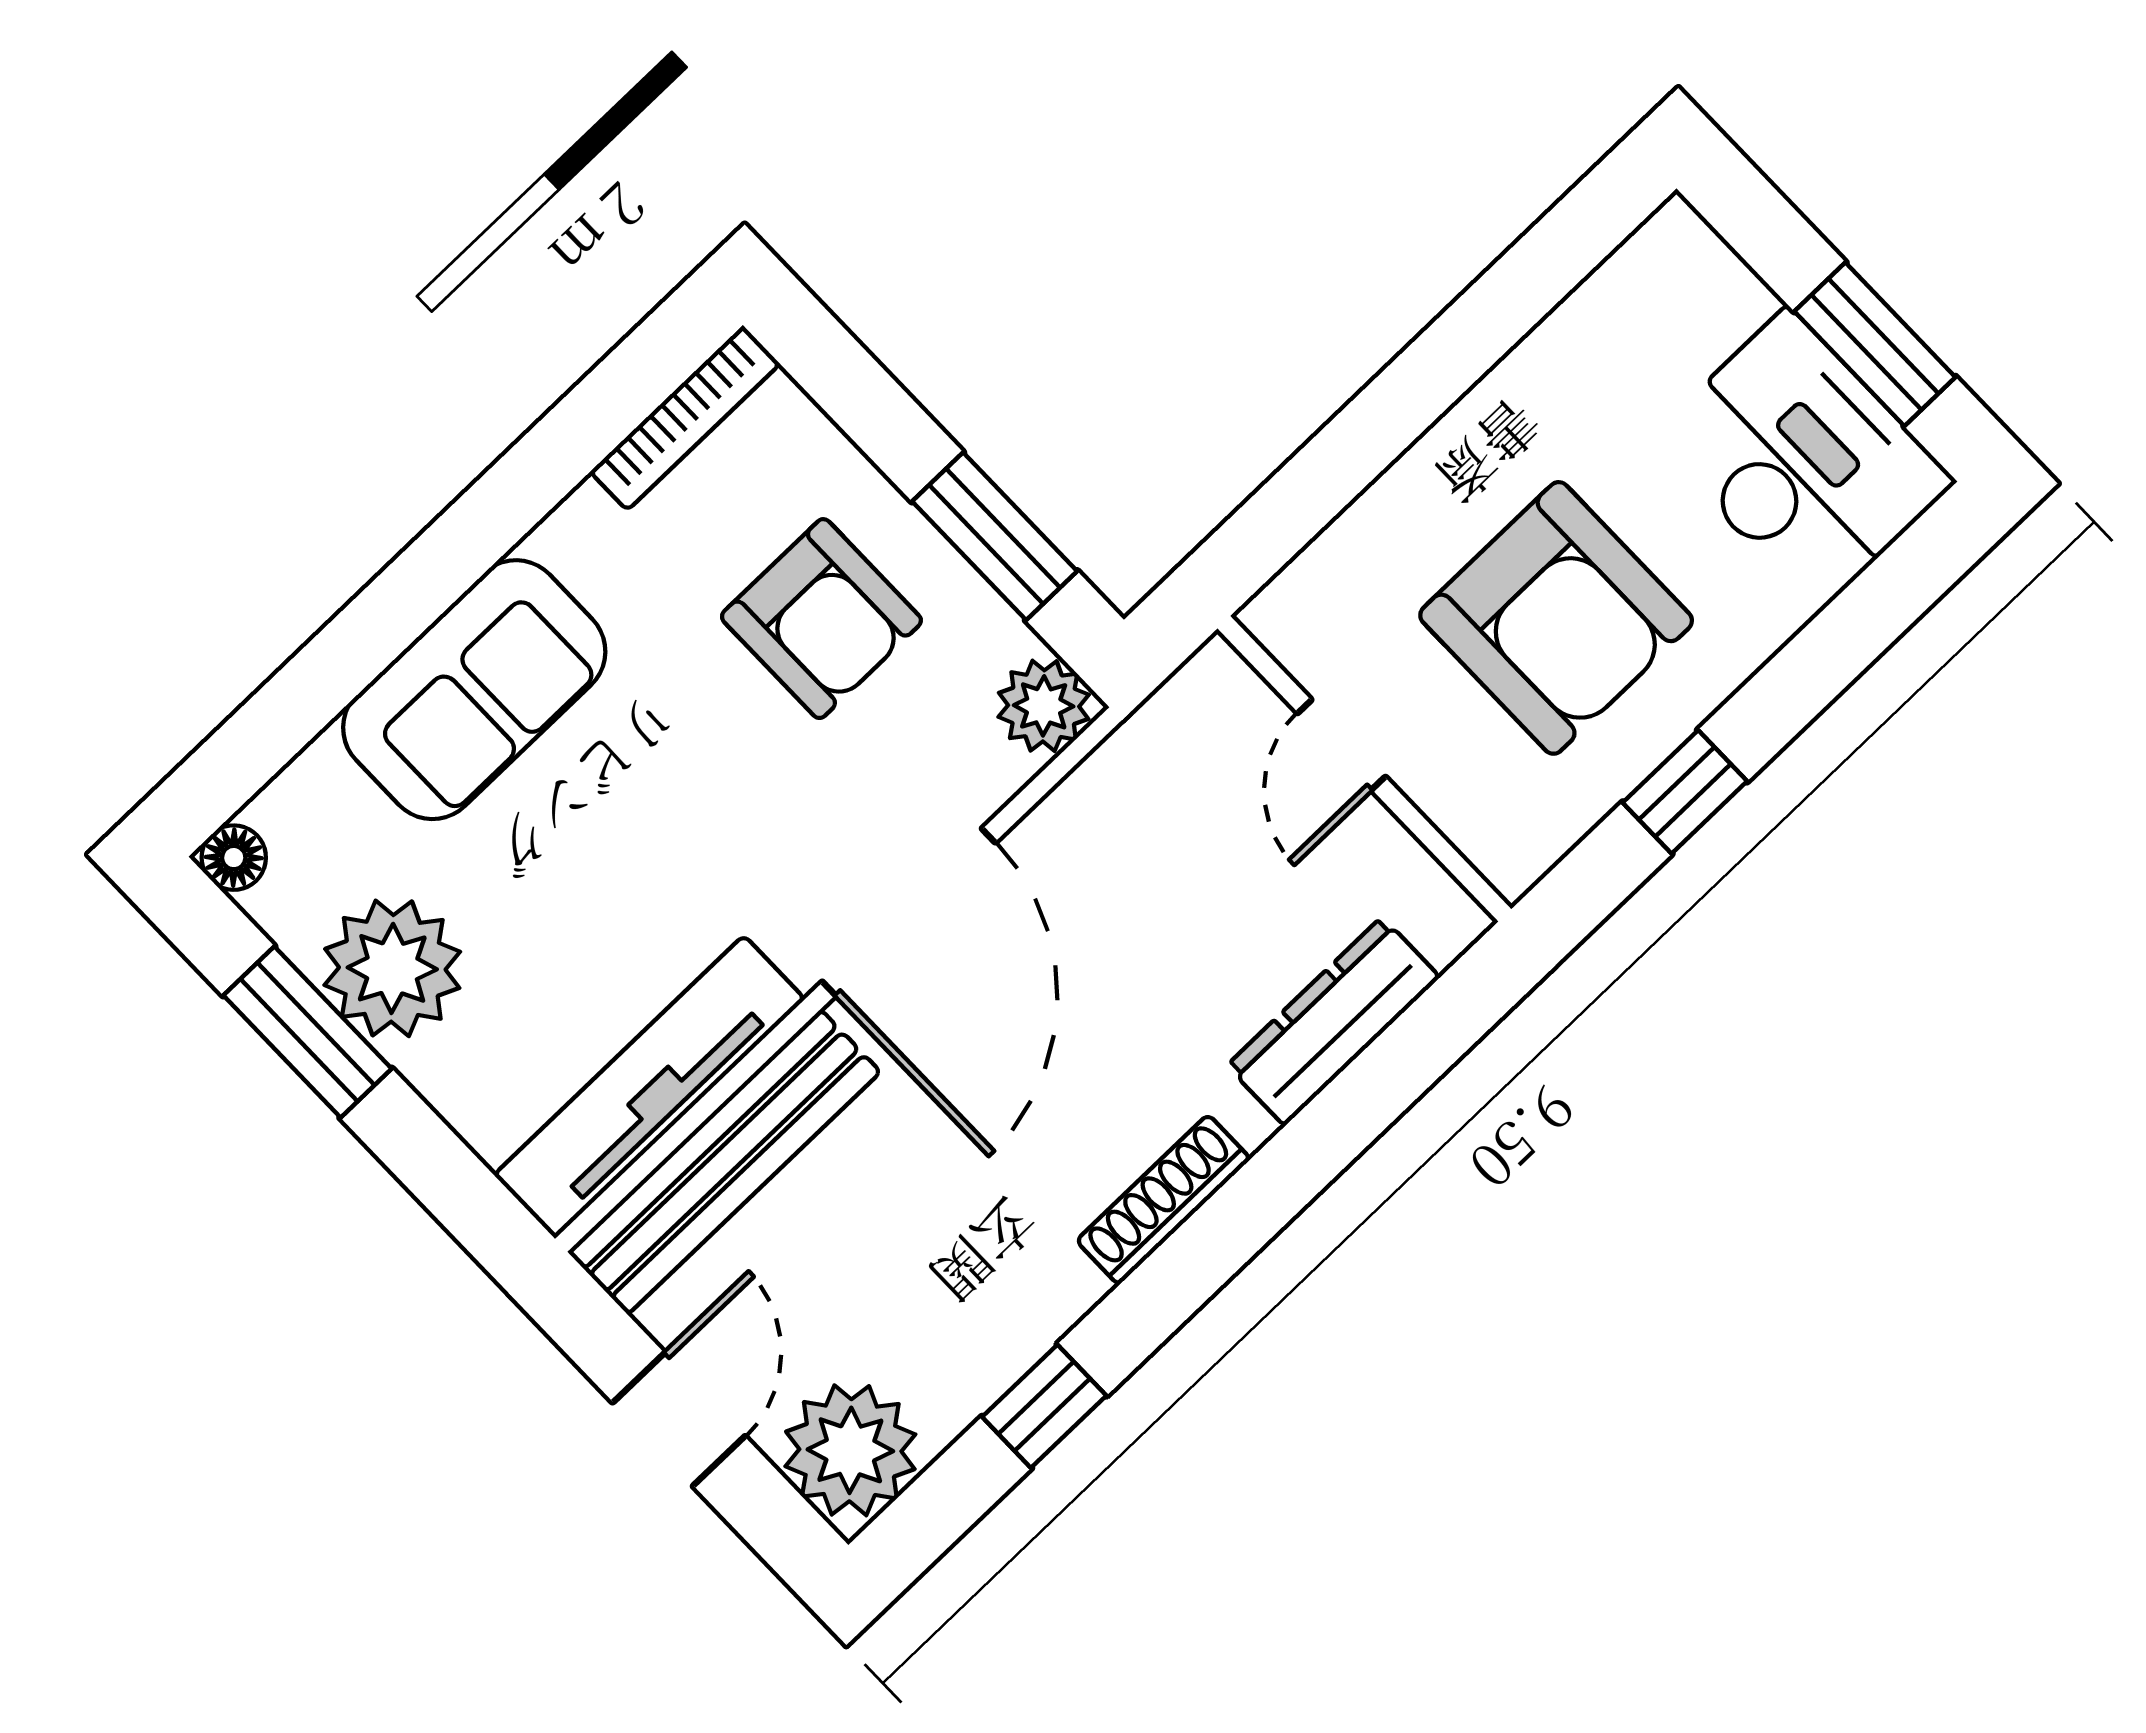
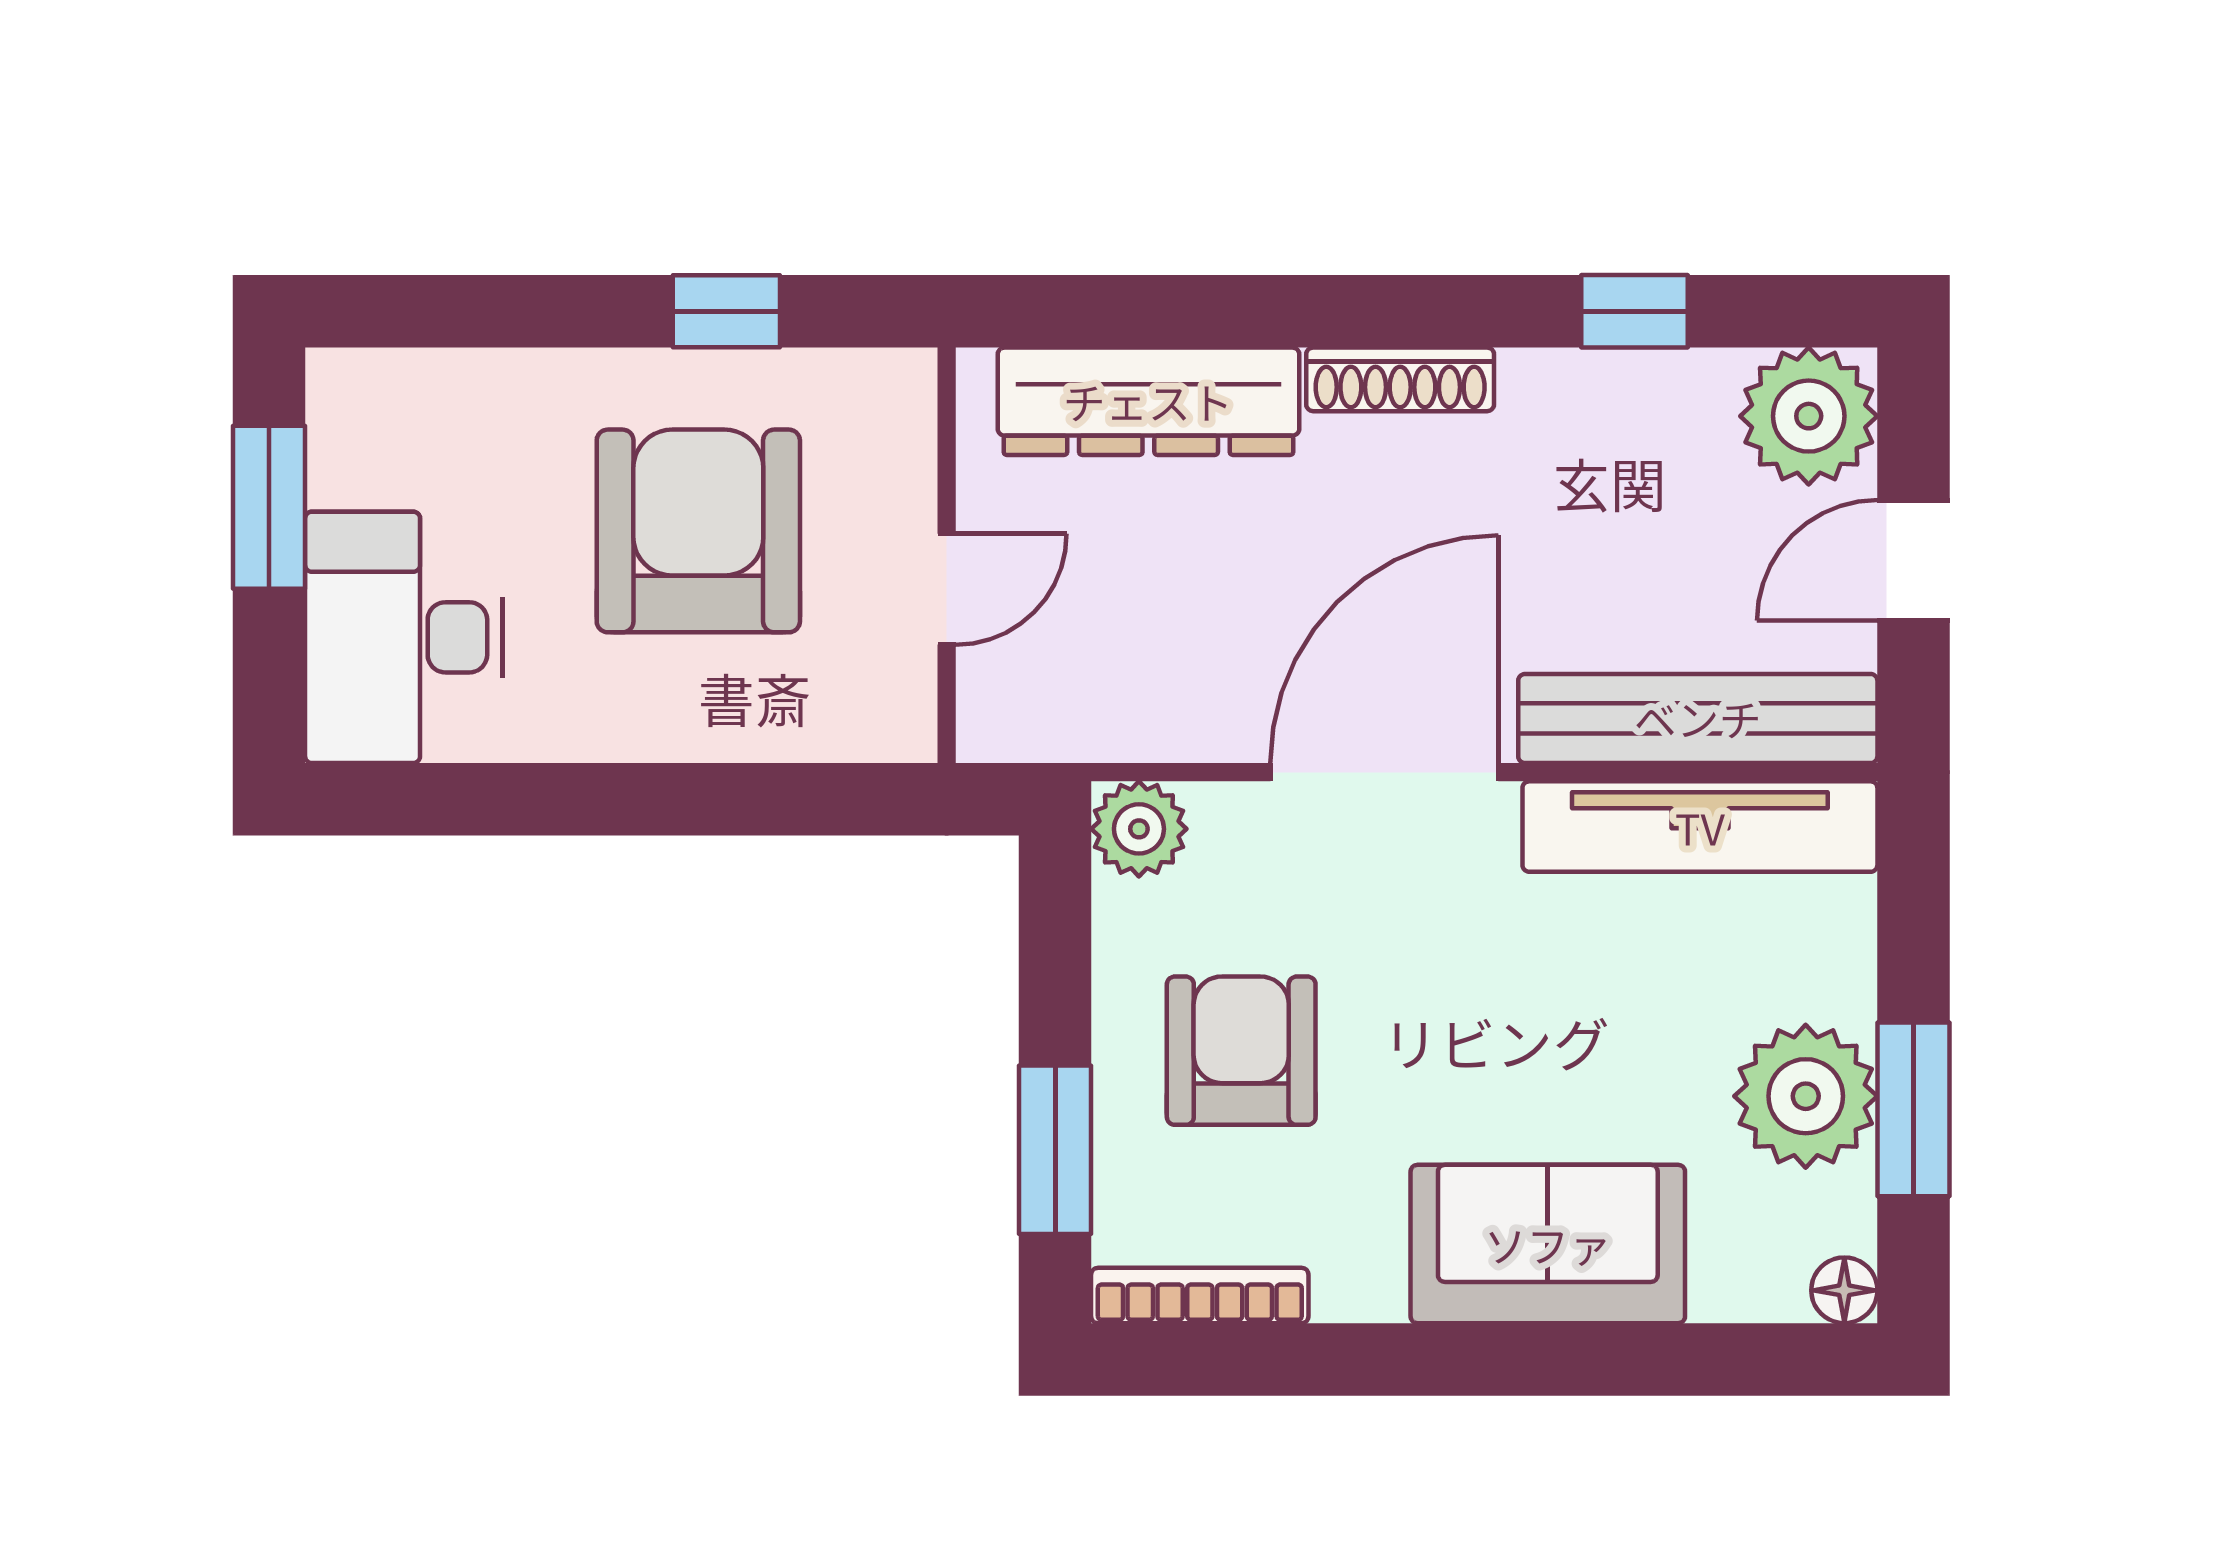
desk: (1803, 460) -> (404, 637), moved
window: (995, 536) -> (1055, 1150), moved
dresser: (1333, 1021) -> (1148, 401), width x1.37, depth x1.24

